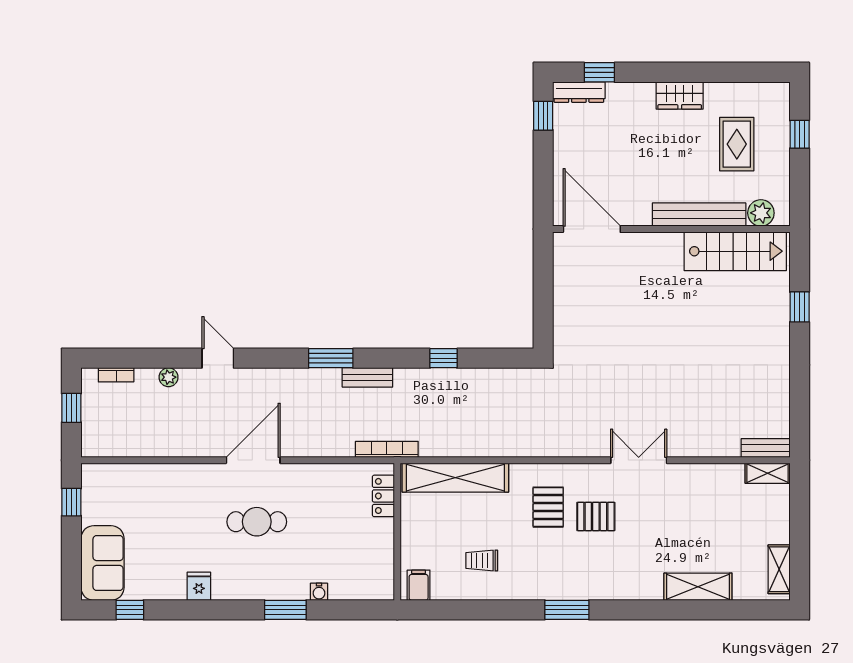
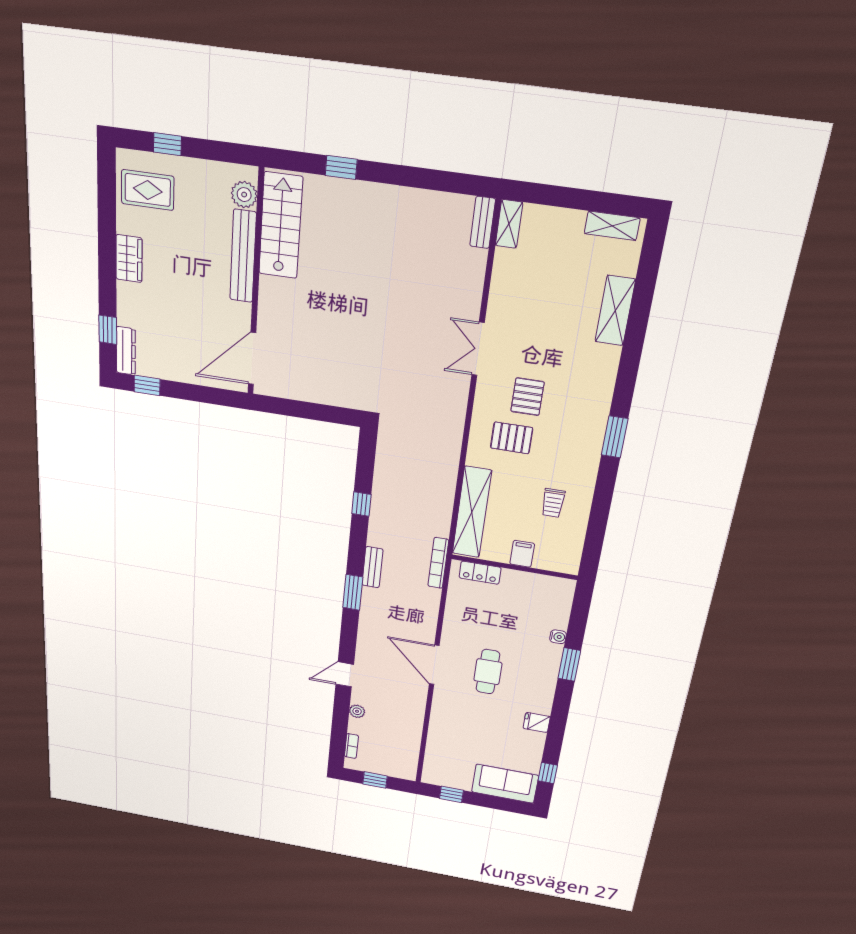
rug: (737, 144) -> (148, 190), moved
filing cabinet: (419, 585) -> (522, 554), moved, turned 90

